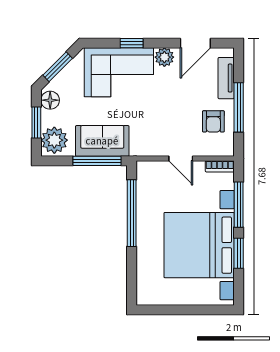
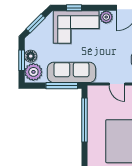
window: (132, 43) -> (74, 8), moved
floor lamp: (50, 100) -> (31, 56), moved
sofa: (102, 141) -> (72, 72), width x1.36

